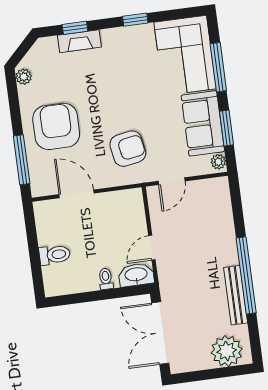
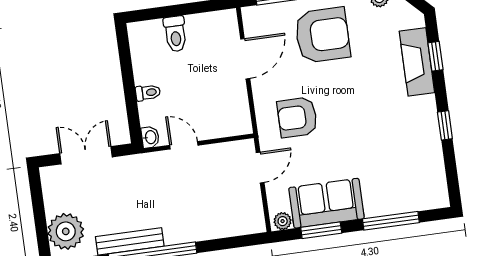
fireplace: (79, 41) -> (417, 62), width x1.37, depth x1.32
corner sofa: (185, 55) -> (404, 183), removed
armchair: (128, 149) -> (297, 117), turned 100
door: (172, 181) -> (260, 168), swing flipped
washbasin: (136, 275) -> (150, 137), width x0.52, depth x0.69
double door: (160, 333) -> (86, 155), width x0.73

